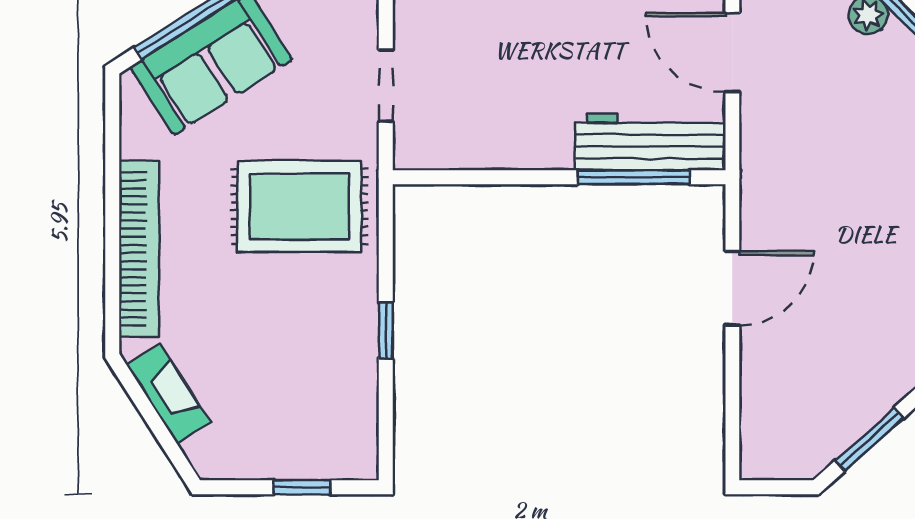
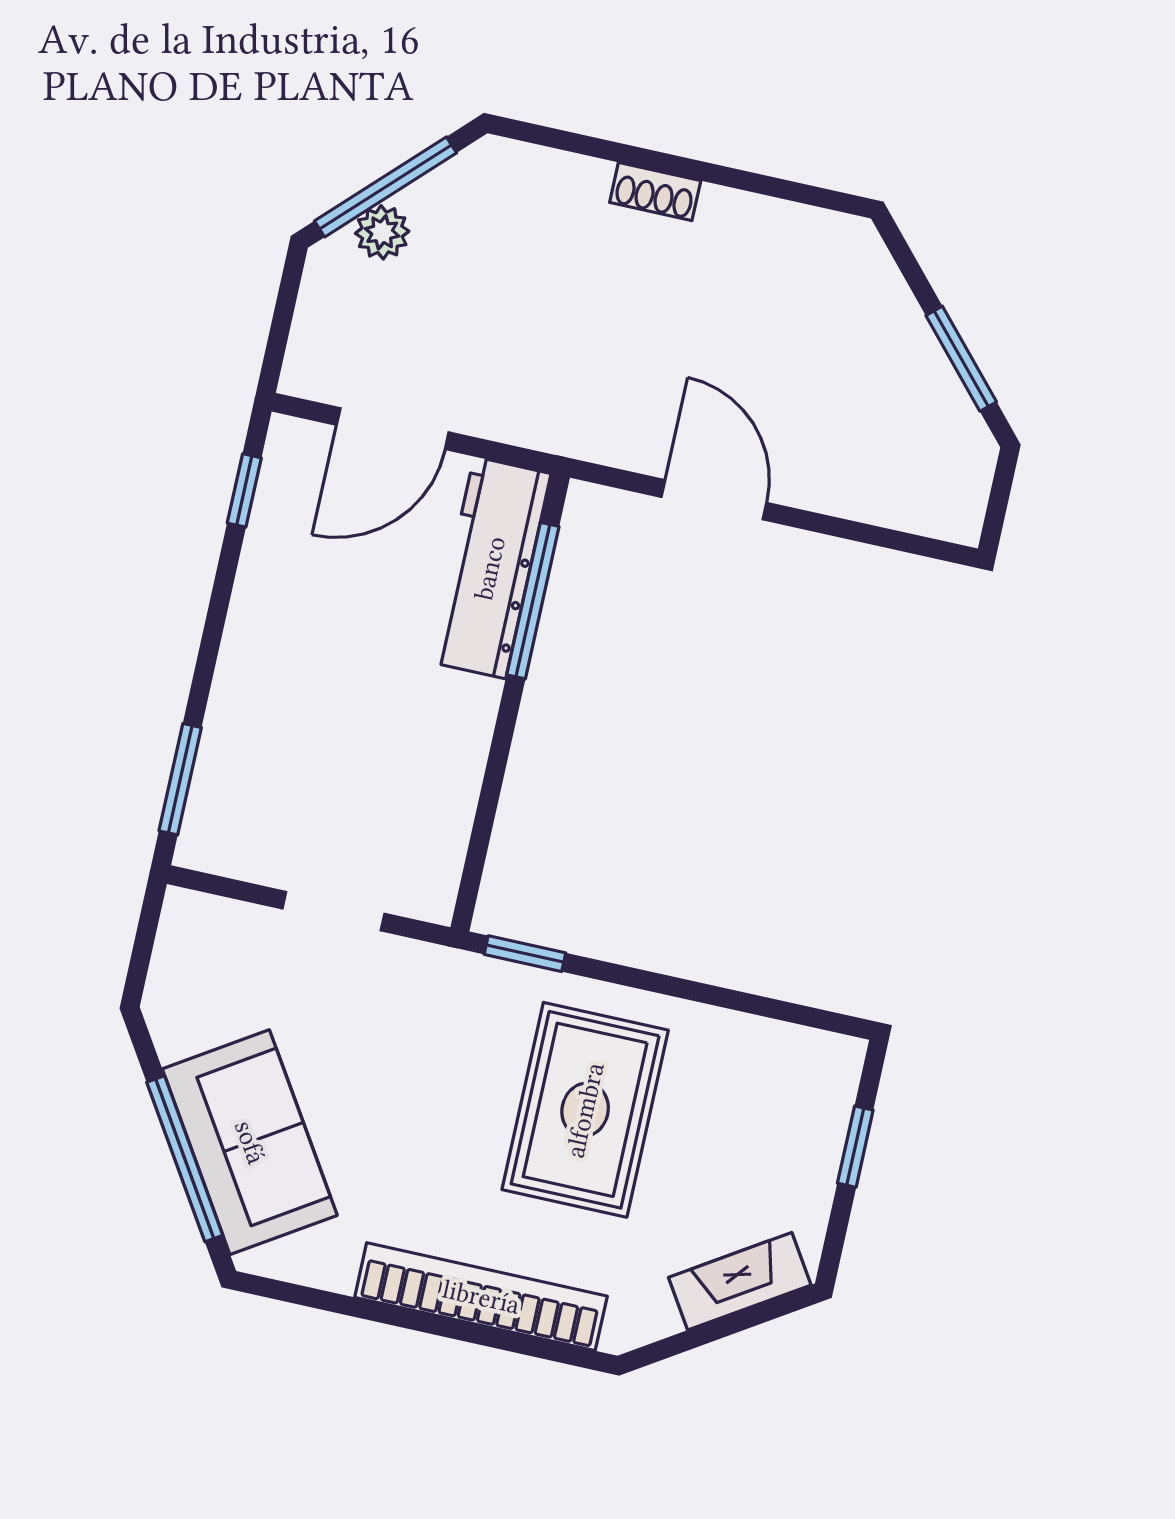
rug: (299, 206) -> (585, 1110), moved
window: (386, 331) -> (525, 954), moved
fireplace: (168, 393) -> (740, 1281), moved

